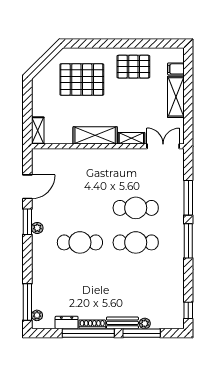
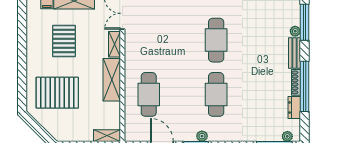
pallet: (133, 67) -> (64, 41), moved
pallet: (82, 80) -> (57, 93), turned 90
cafe table: (136, 208) -> (149, 94), moved
window: (142, 333) -> (305, 22), moved

